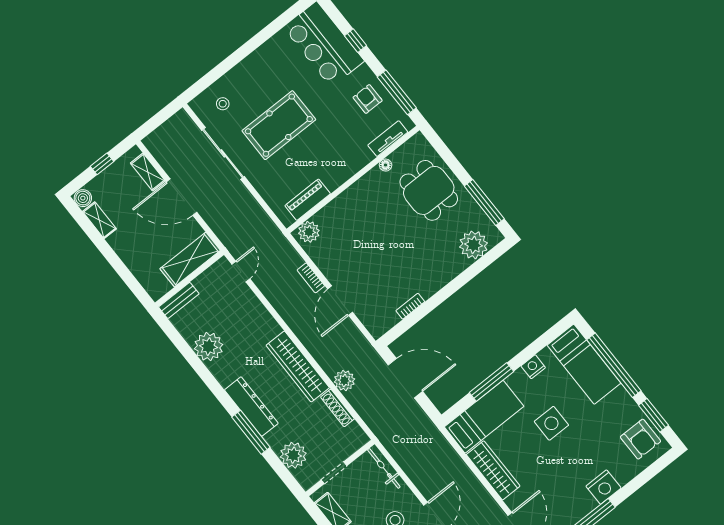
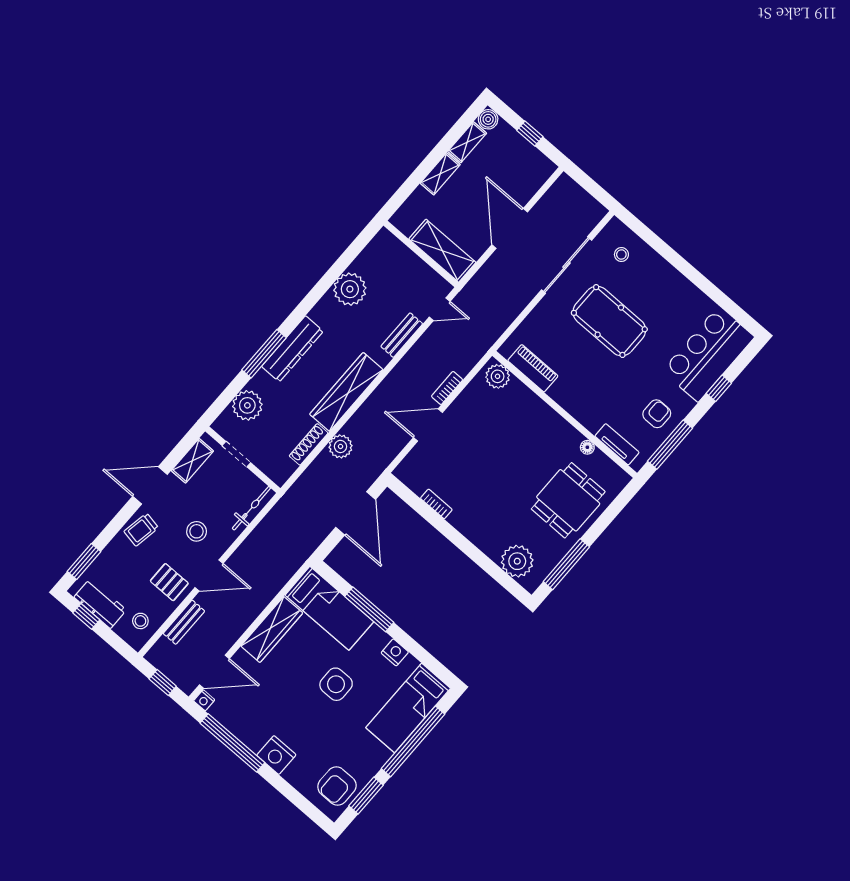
shelving: (148, 172) -> (440, 174), moved
bench: (179, 300) -> (402, 335), moved, turned 90

